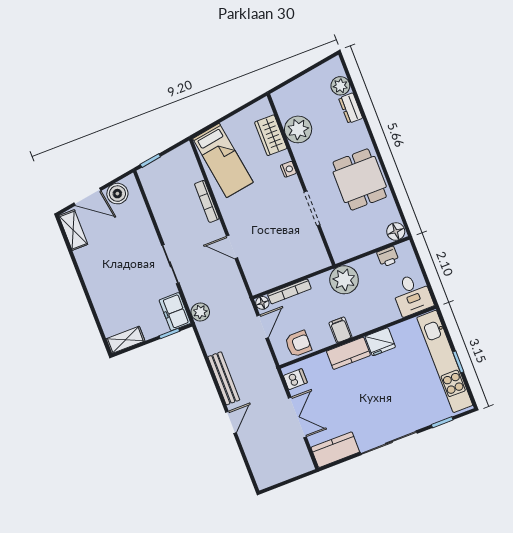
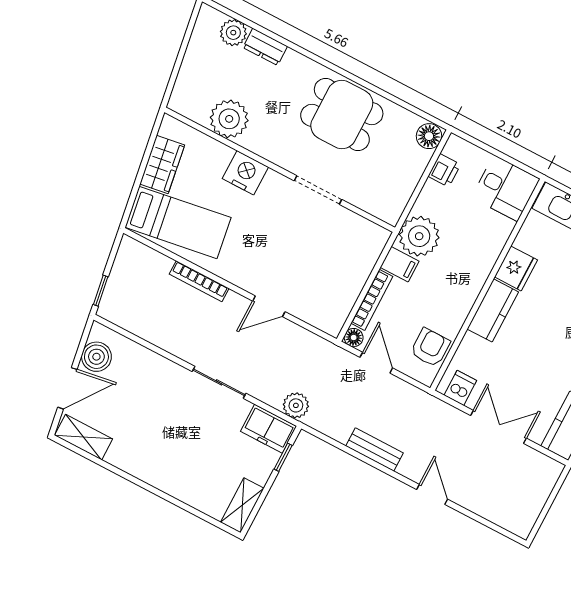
wardrobe: (271, 135) -> (162, 164), moved, turned -99
nightstand: (288, 169) -> (245, 173), width x1.89, depth x1.79
filing cabinet: (340, 330) -> (400, 264), moved, turned 180
bench: (224, 378) -> (374, 450), width x0.73

